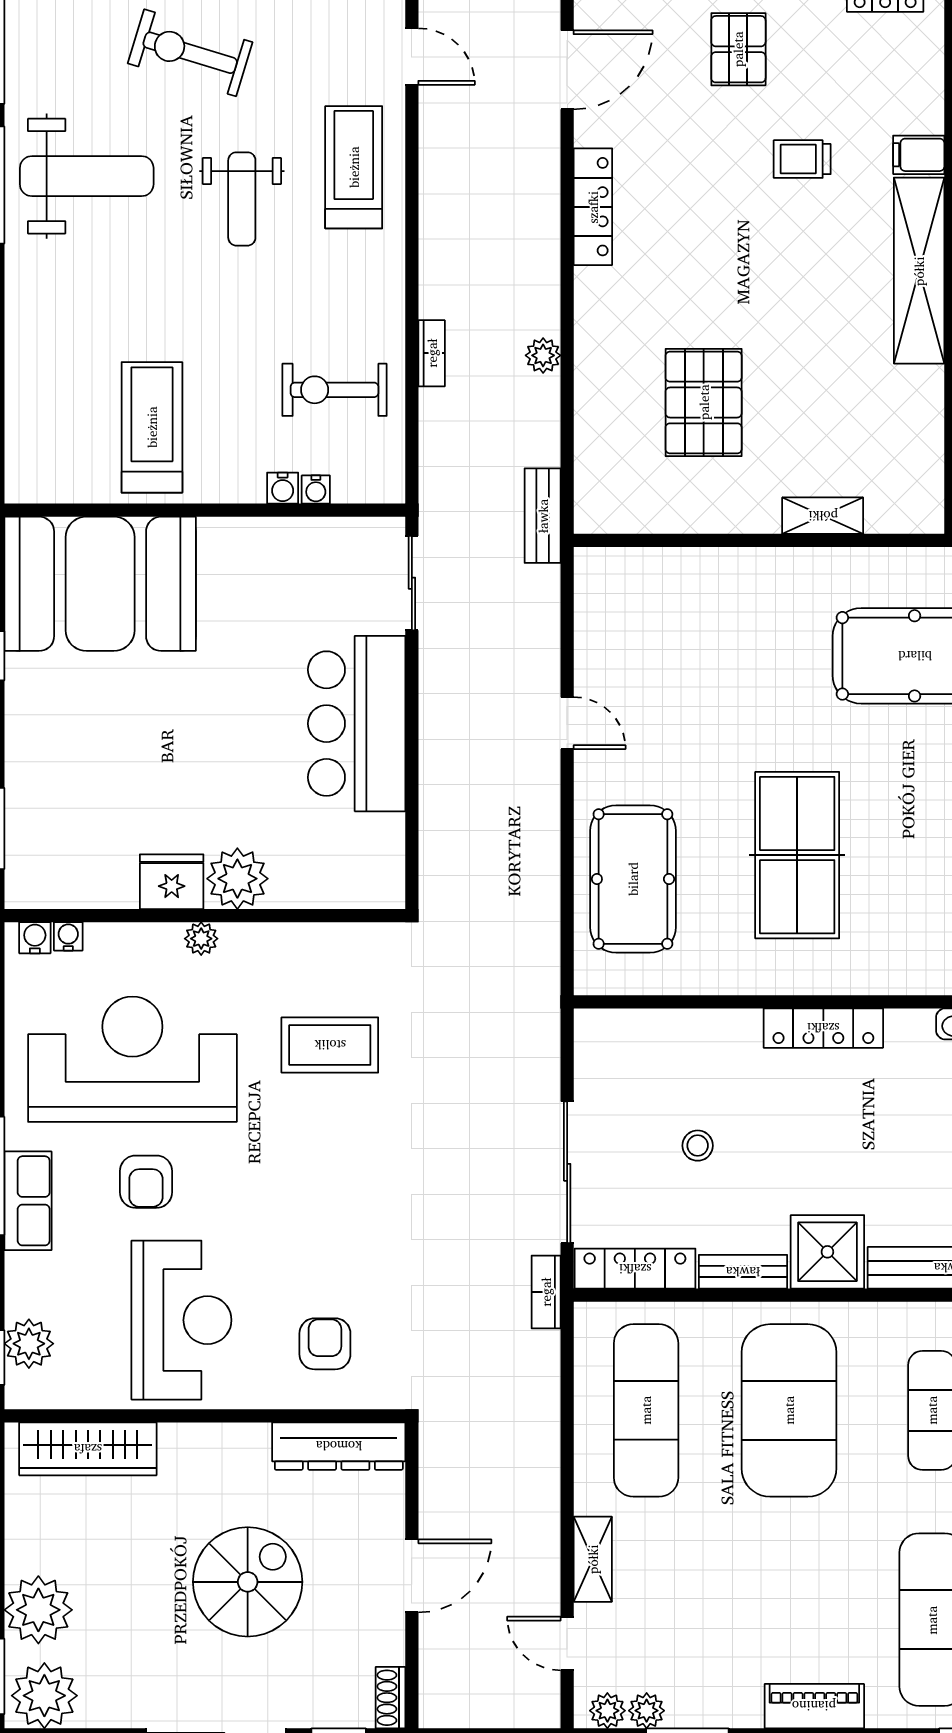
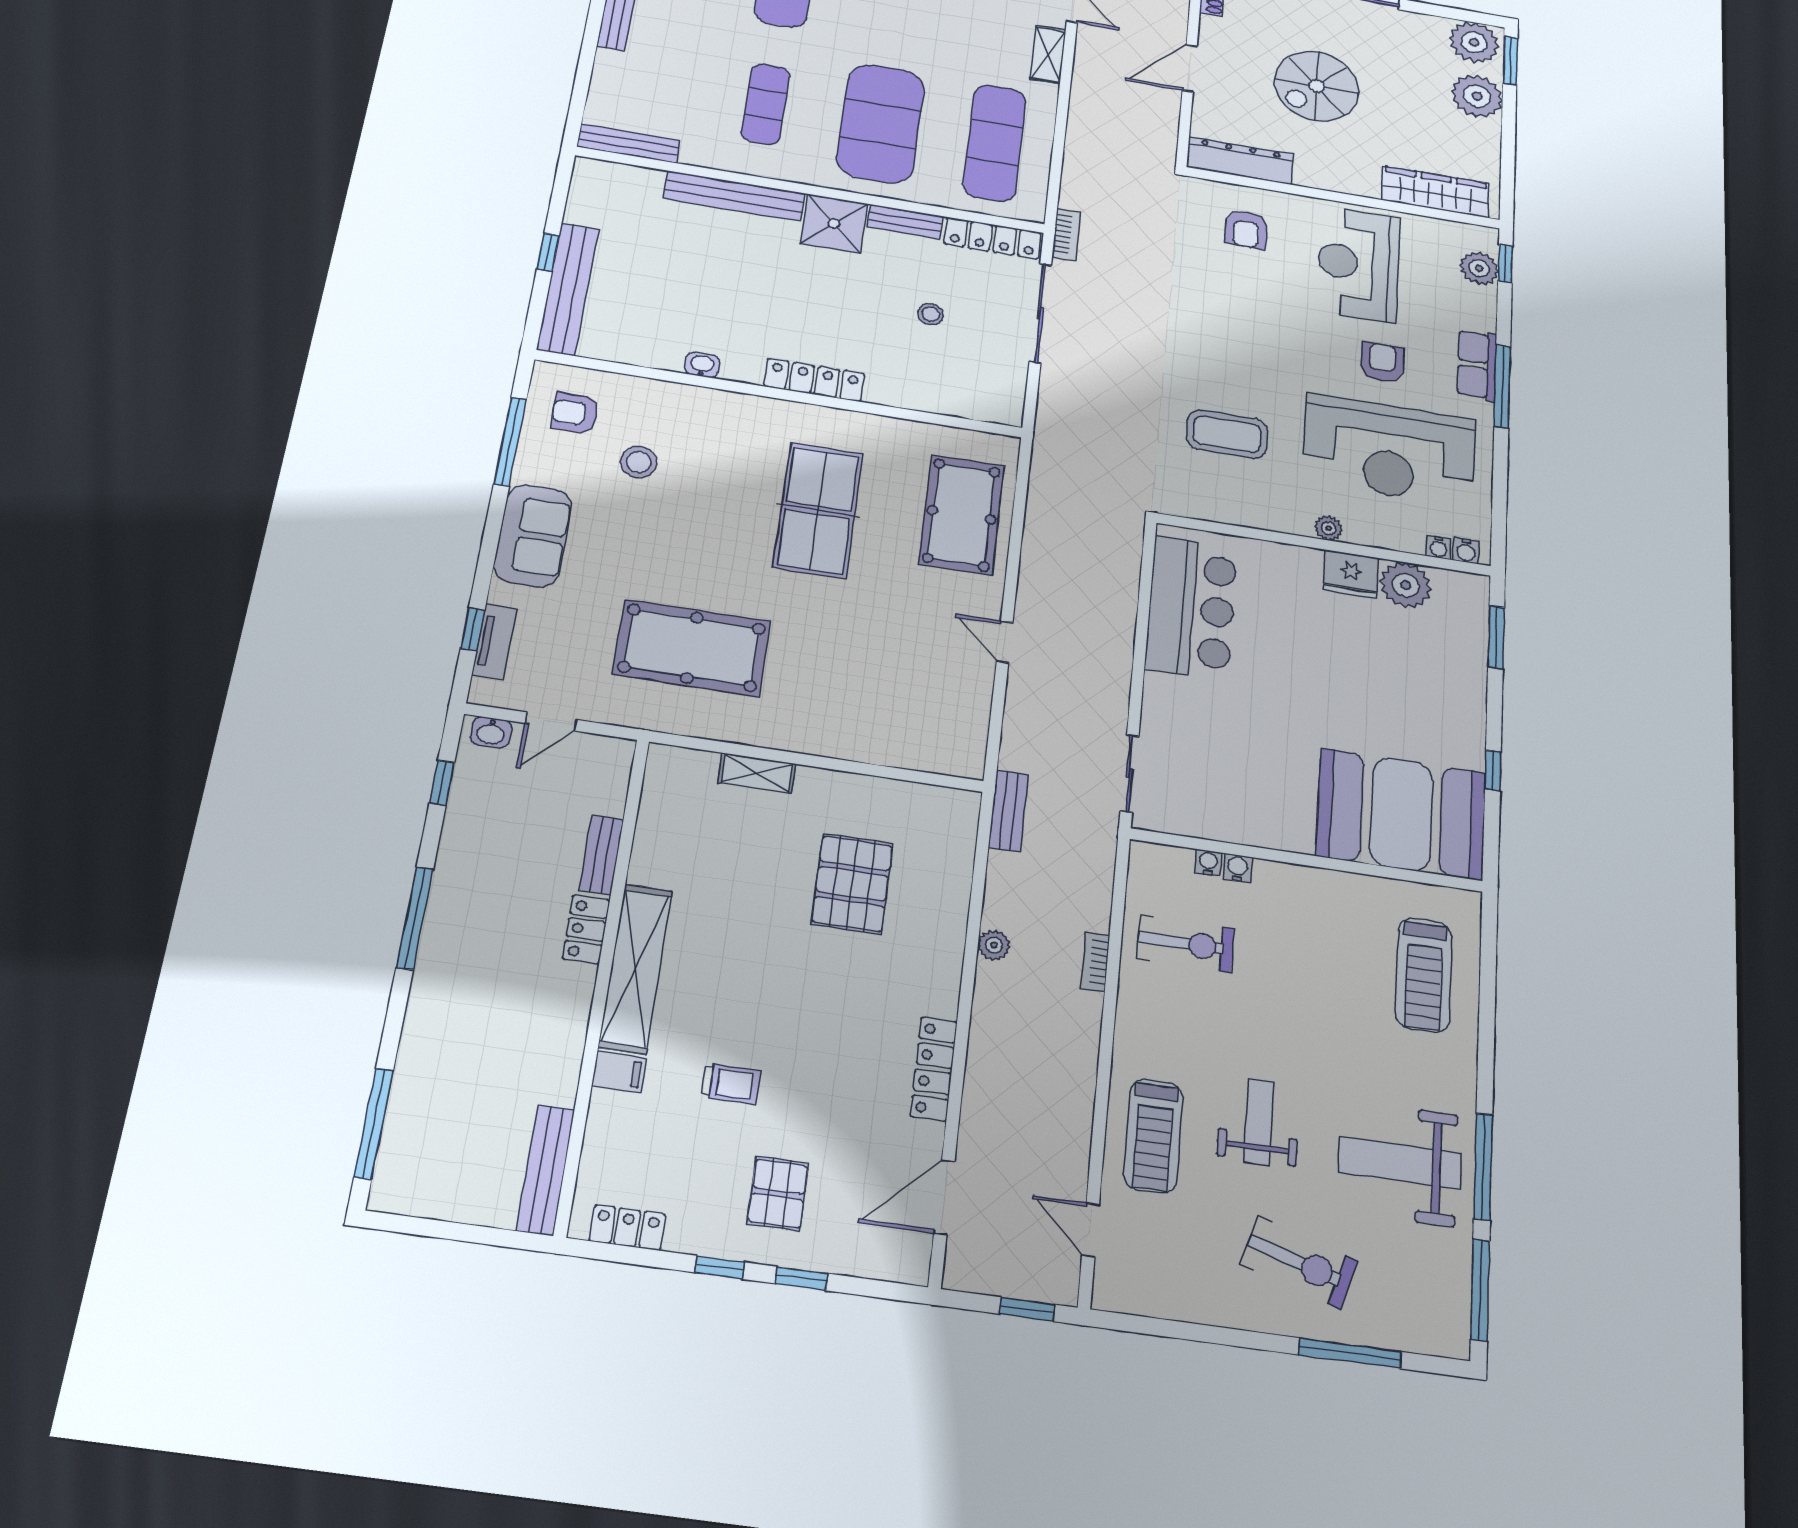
treadmill: (152, 427) -> (1424, 975), moved
bar counter: (357, 724) -> (1191, 608), moved
plant: (237, 879) -> (1406, 585), moved

